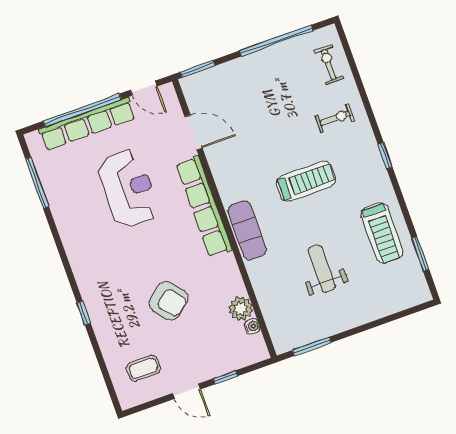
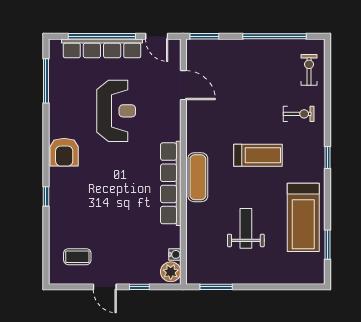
row of seats: (204, 207) -> (171, 183), moved
treadmill: (382, 233) -> (303, 217), width x1.37, depth x1.38
armchair: (169, 301) -> (64, 152), moved, turned 39
plant: (241, 309) -> (171, 272), moved

